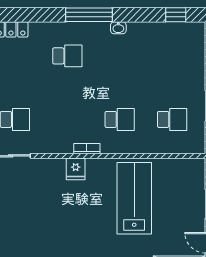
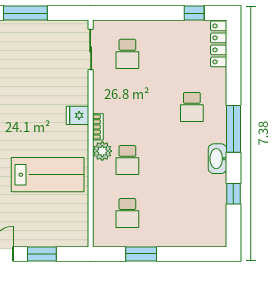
window: (176, 15) -> (233, 194), moved
washbasin: (118, 28) -> (217, 159), width x1.91, depth x1.45
plant: (111, 144) -> (102, 151), added

